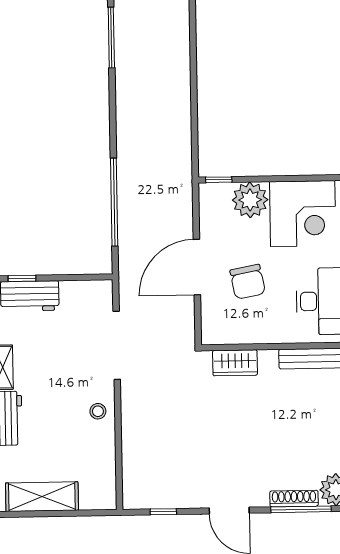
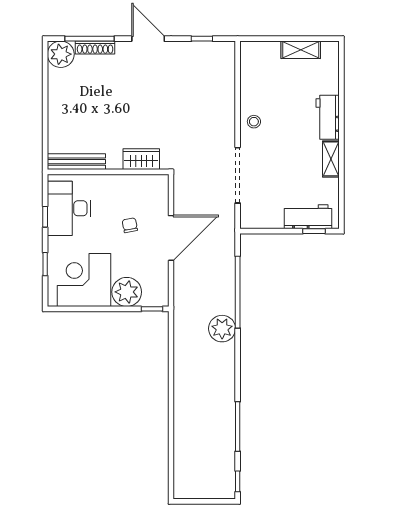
plant: (132, 157) -> (222, 329), added
chair: (248, 282) -> (130, 225), width x0.54, depth x0.54
shelving: (42, 497) -> (301, 50), width x0.67, depth x0.75

